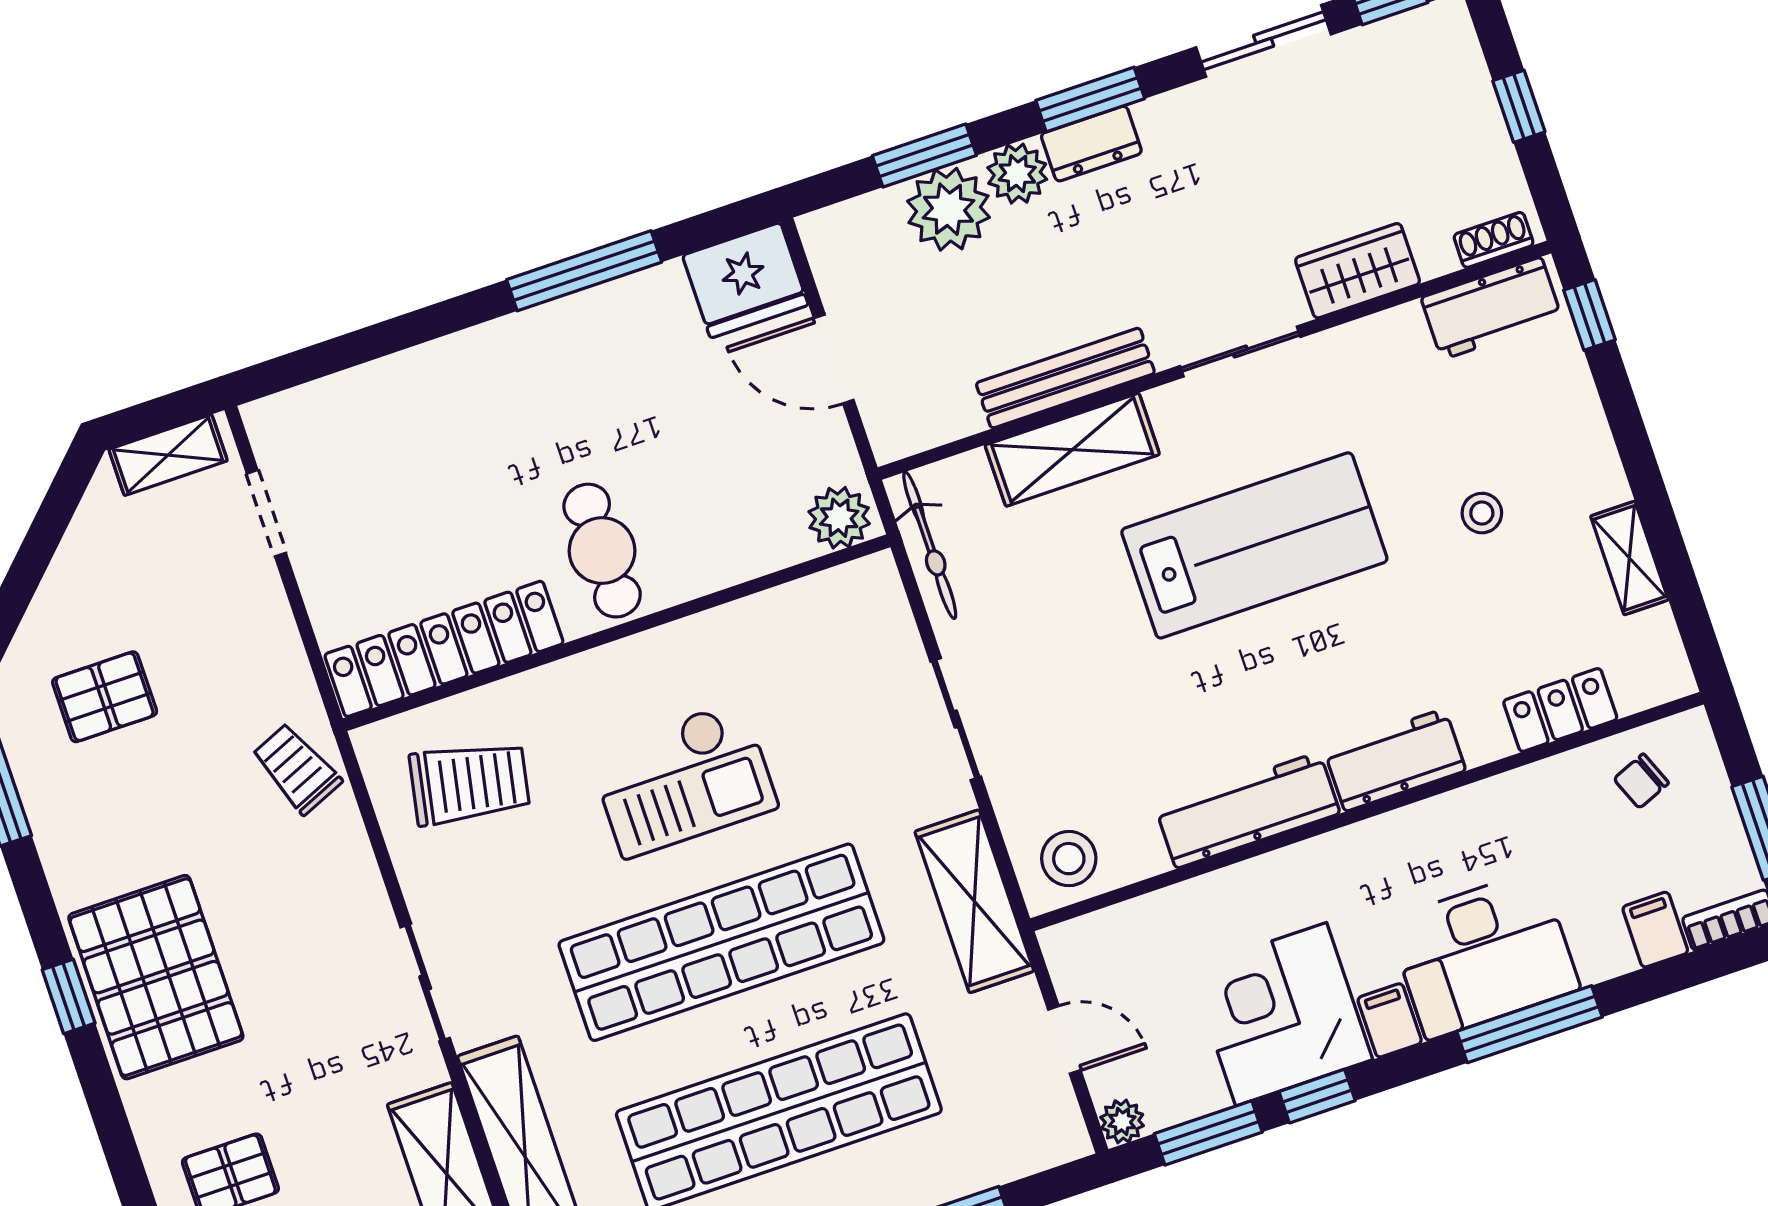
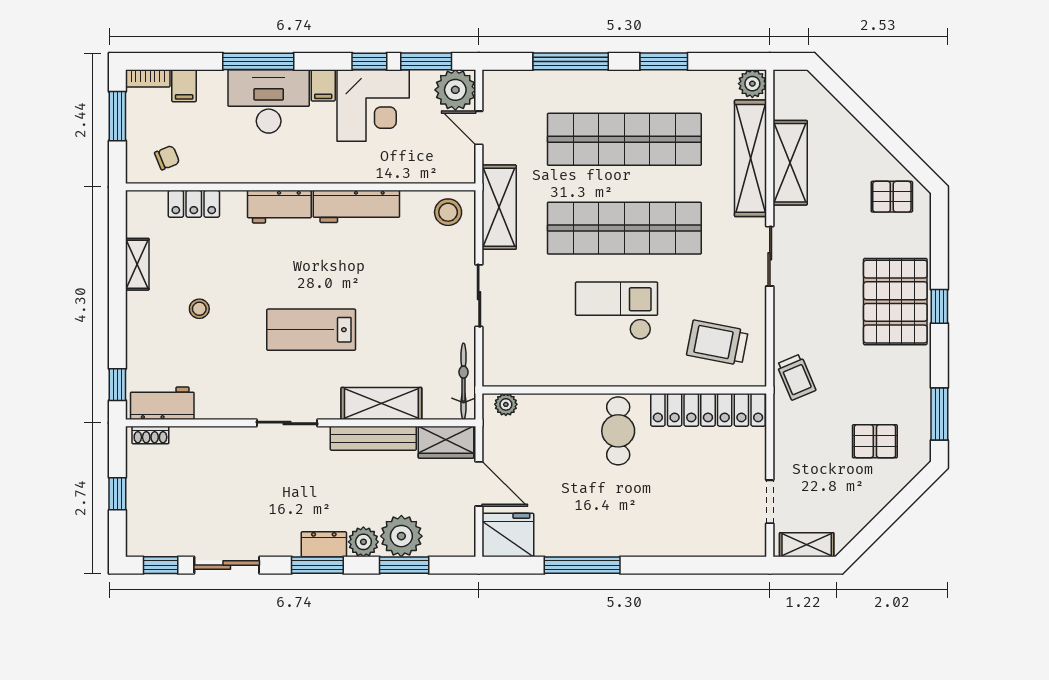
wardrobe: (1358, 271) -> (446, 442), moved
plant: (839, 518) -> (506, 404), width x0.73, depth x0.73
lab bench: (1254, 545) -> (311, 330), width x0.73, depth x0.72
plant: (1122, 1121) -> (455, 90), width x1.87, depth x1.87

